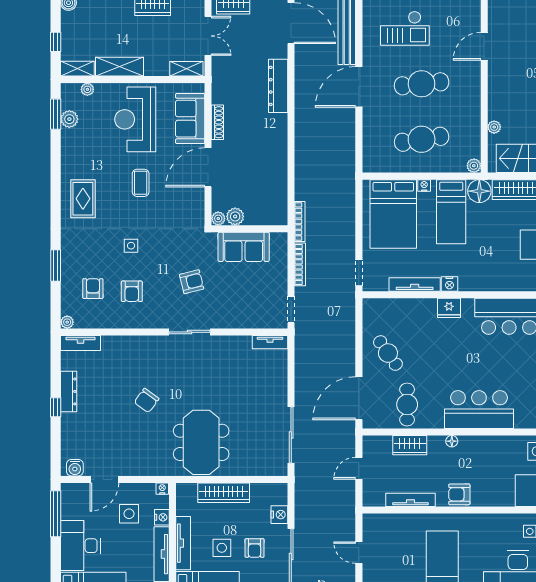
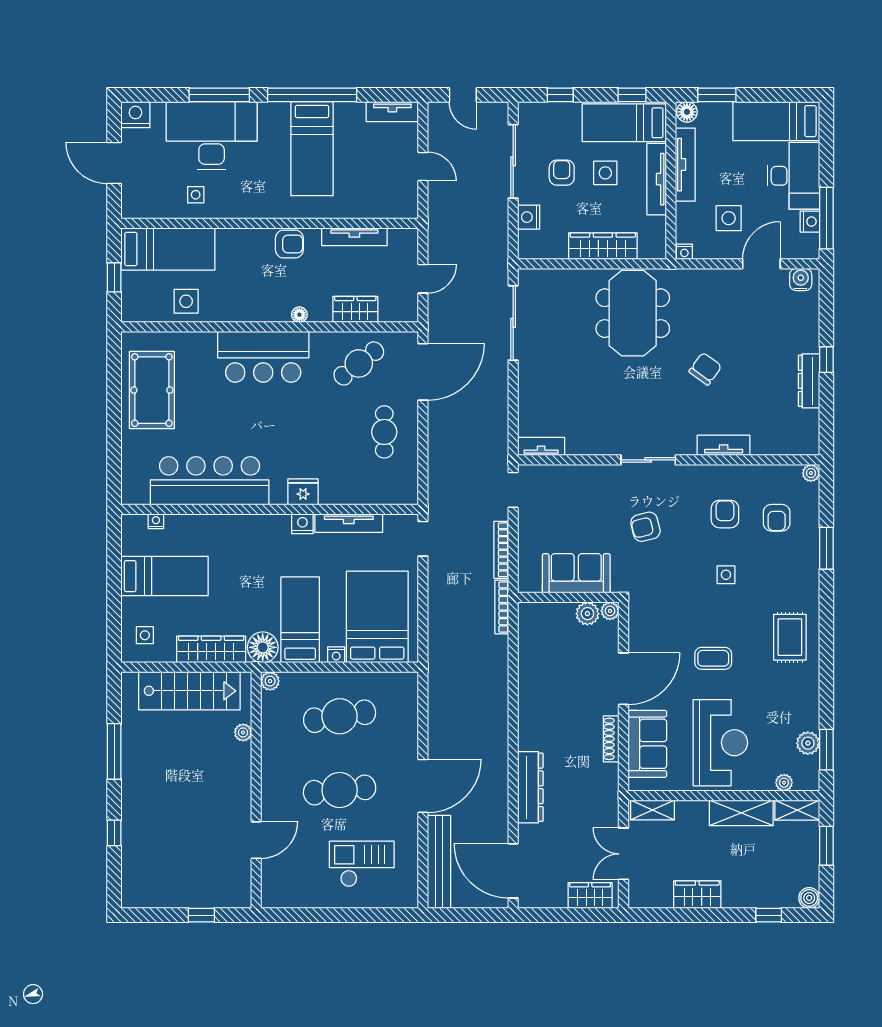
window: (56, 42) -> (826, 846), width x1.50
coffee table: (141, 183) -> (713, 658), turned 90
tv unit: (81, 343) -> (724, 445), moved
cafe table: (388, 353) -> (384, 432), turned 35
cafe table: (407, 405) -> (359, 363), turned 52
nightstand: (162, 517) -> (810, 222), moved, turned 180

